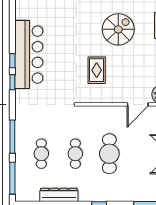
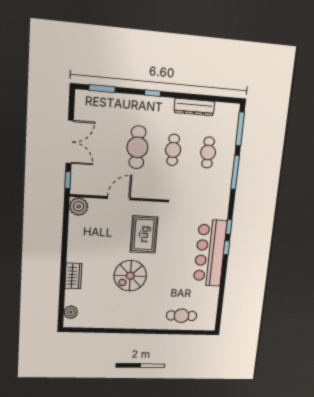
spiral stairs: (118, 29) -> (130, 276), moved
rug: (97, 70) -> (144, 234), width x1.36, depth x1.43
door: (138, 104) -> (119, 198), moved

